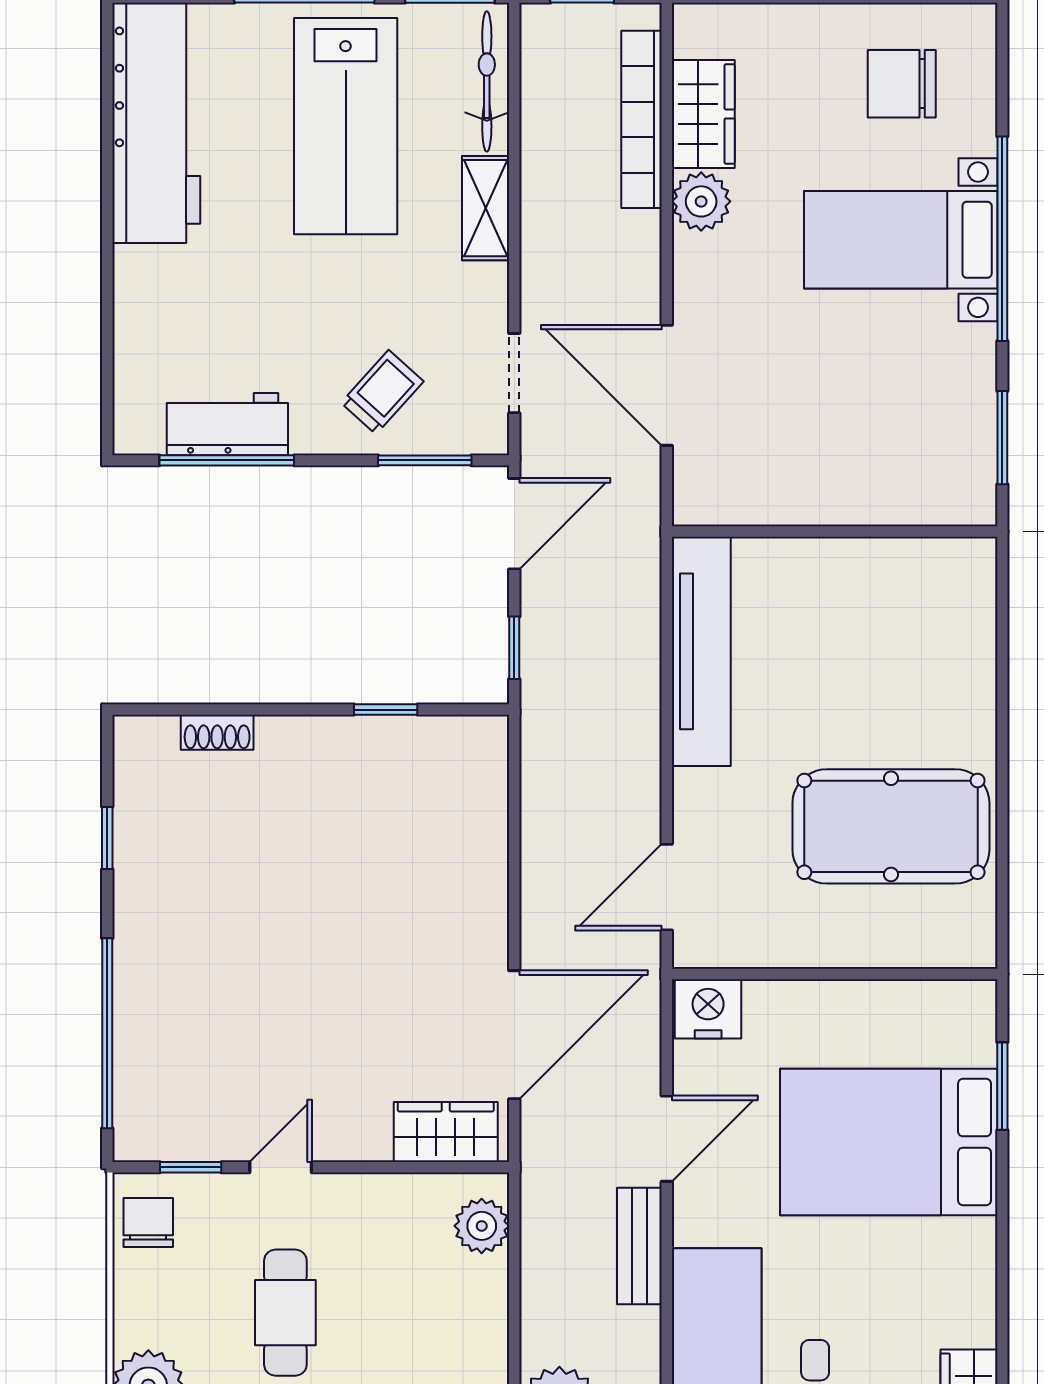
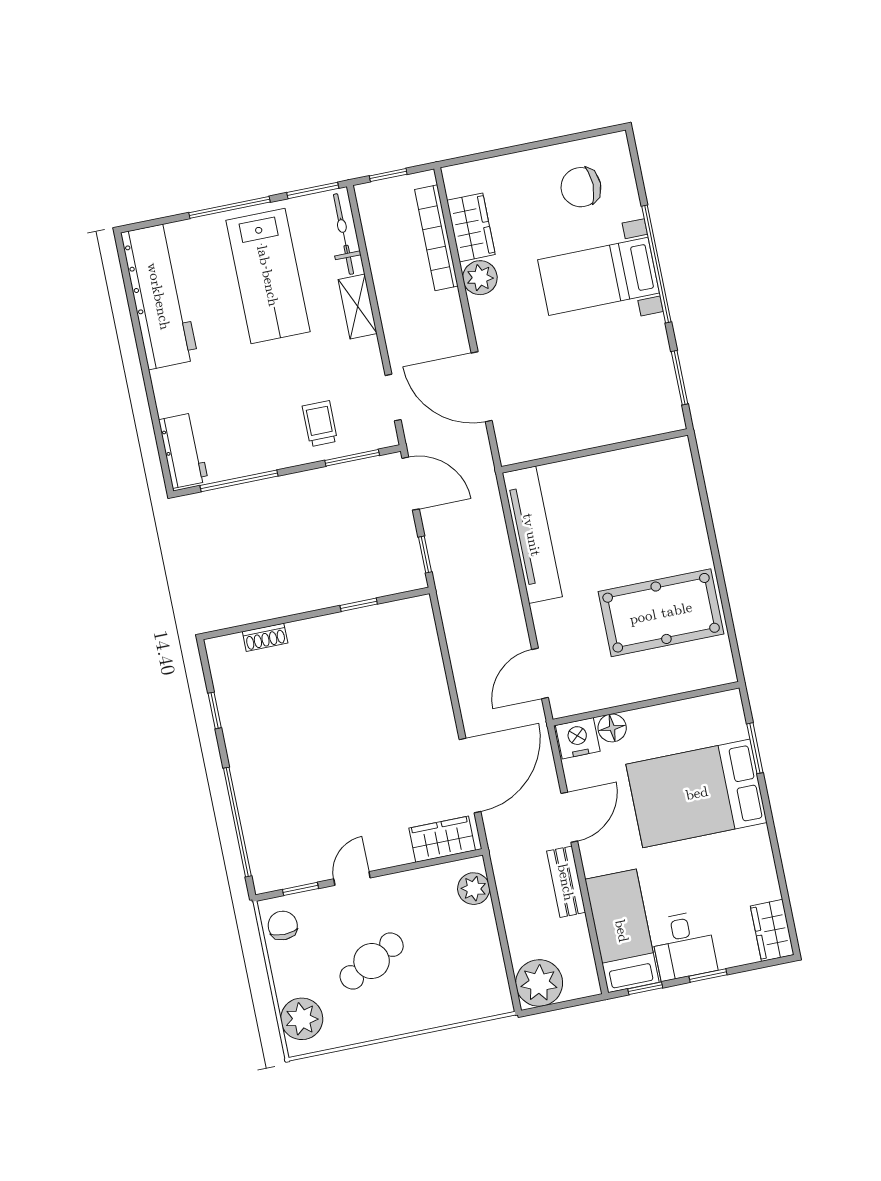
trolley: (382, 392) -> (320, 424), turned -42
workbench: (227, 424) -> (183, 450), moved, turned 90
door: (514, 524) -> (411, 484), hinge flipped
floor lamp: (769, 1003) -> (612, 728), added
cafe table: (285, 1313) -> (372, 961), turned 62

